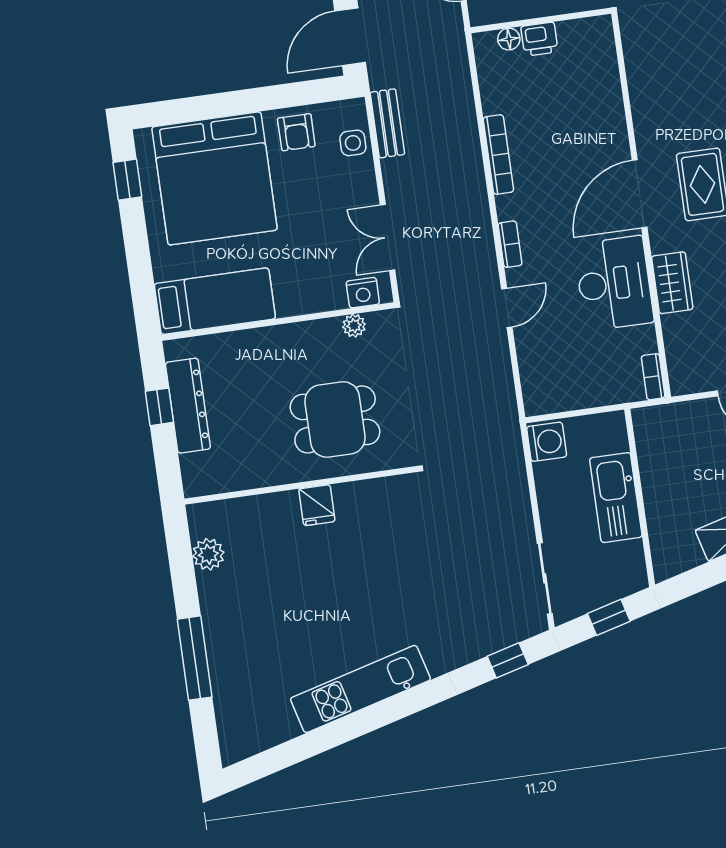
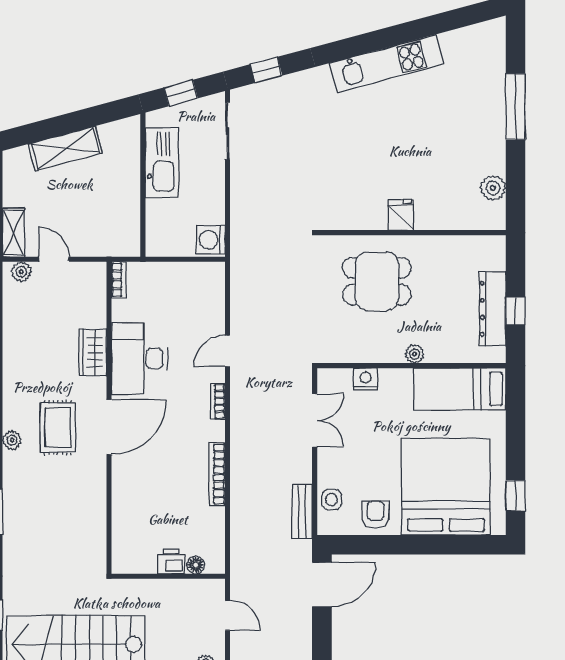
nightstand: (363, 293) -> (366, 379), moved
plant: (354, 326) -> (414, 354), moved
kitchen sink: (616, 498) -> (162, 162), moved

